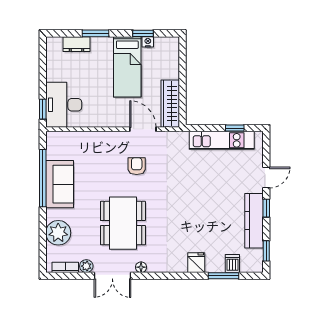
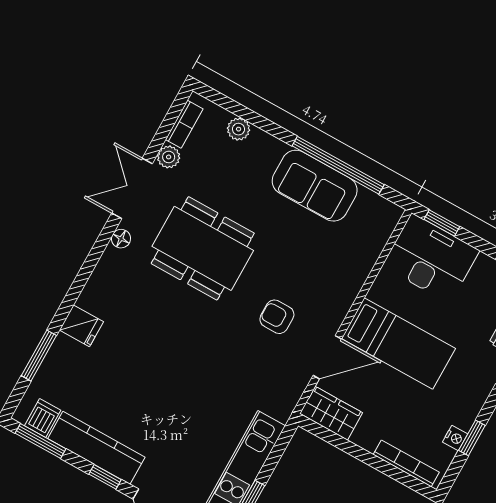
bookcase: (174, 59) -> (406, 463), added
bed: (127, 67) -> (398, 343), moved, turned 180
wardrobe: (170, 104) -> (331, 413), width x0.67
armchair: (137, 166) -> (277, 317), turned 180
plant: (58, 233) -> (239, 129), width x0.53, depth x0.53
window: (266, 251) -> (41, 441), width x1.50
dishwasher: (232, 264) -> (43, 418), moved, turned -90

